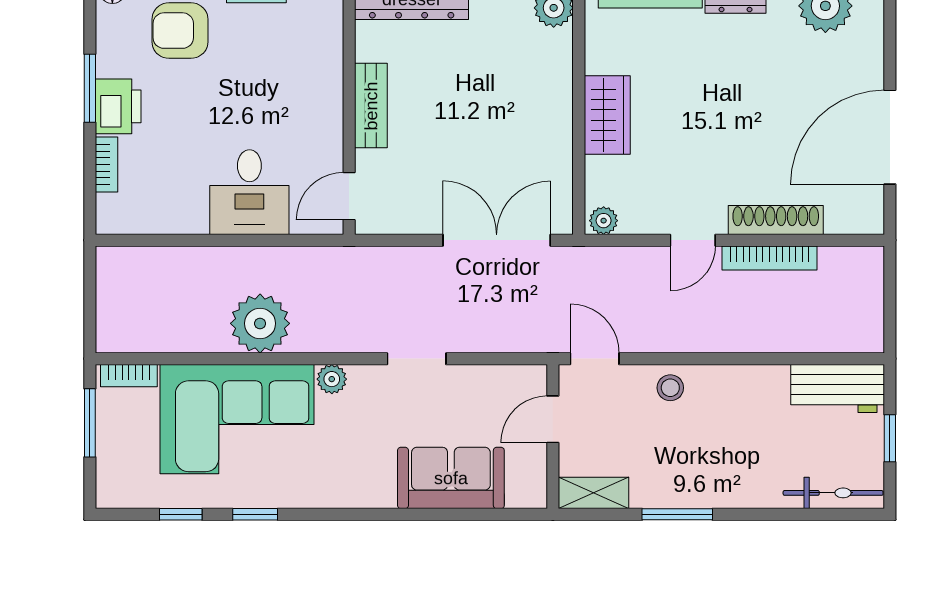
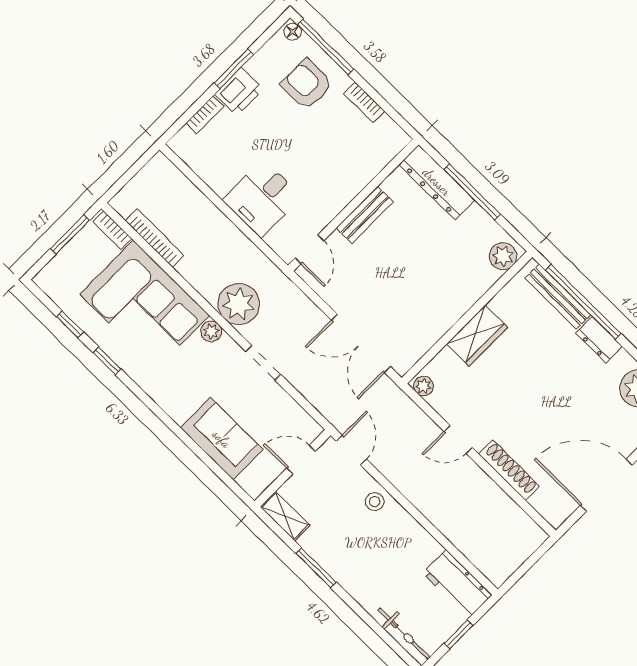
door: (349, 196) -> (309, 249), swing flipped
double door: (497, 240) -> (361, 343), swing flipped
bookcase: (769, 258) -> (155, 238), moved, turned 180
plant: (260, 323) -> (239, 304), moved

